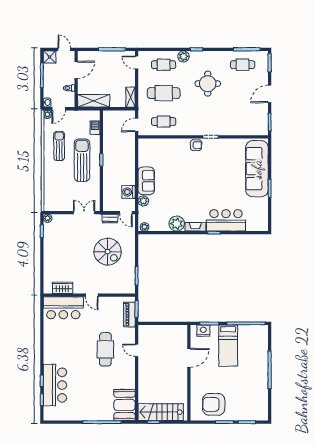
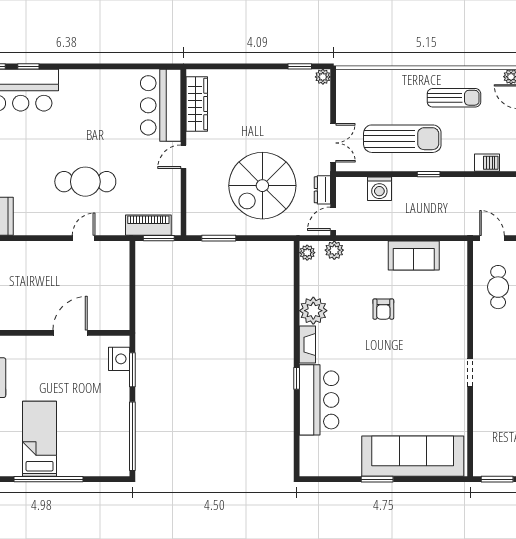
armchair: (196, 145) -> (383, 309), moved
sun lounger: (82, 160) -> (402, 139), moved
sofa: (146, 181) -> (414, 255), moved
washing machine: (129, 192) -> (379, 189), moved, turned 180
plant: (143, 201) -> (334, 250), moved
spiral stairs: (108, 252) -> (262, 186), width x1.37, depth x1.37
wardrobe: (63, 288) -> (197, 104), width x1.50
bed: (228, 346) -> (40, 439), moved, turned 90
door: (189, 358) -> (70, 333), swing flipped

